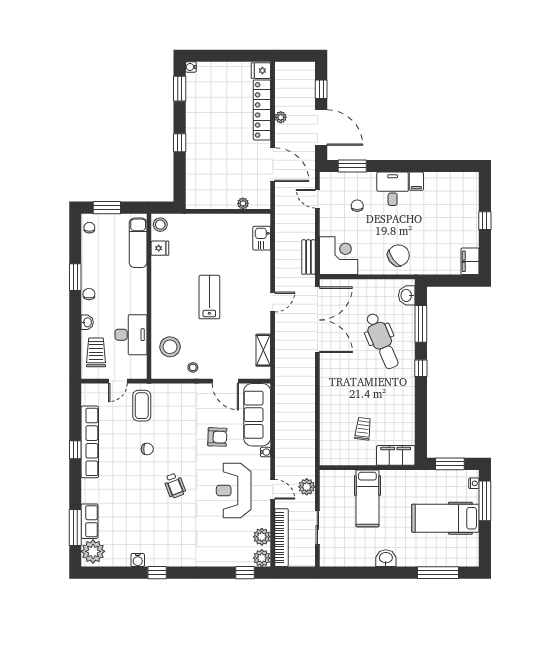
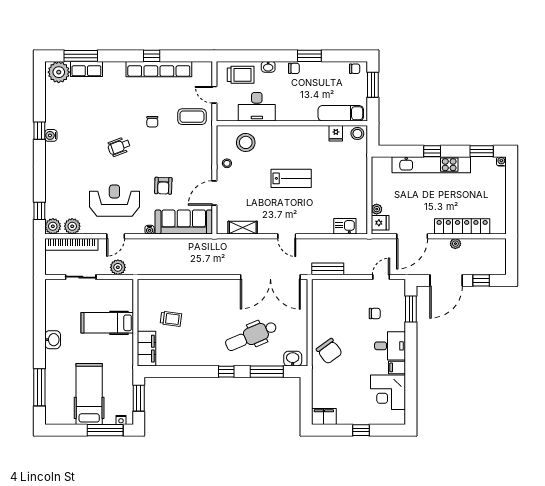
fridge: (261, 71) -> (380, 223), moved, turned 90
kitchen unit: (194, 144) -> (431, 165), added
corner desk: (339, 256) -> (388, 392), moved, turned 90
water cooler: (138, 560) -> (51, 135), moved

